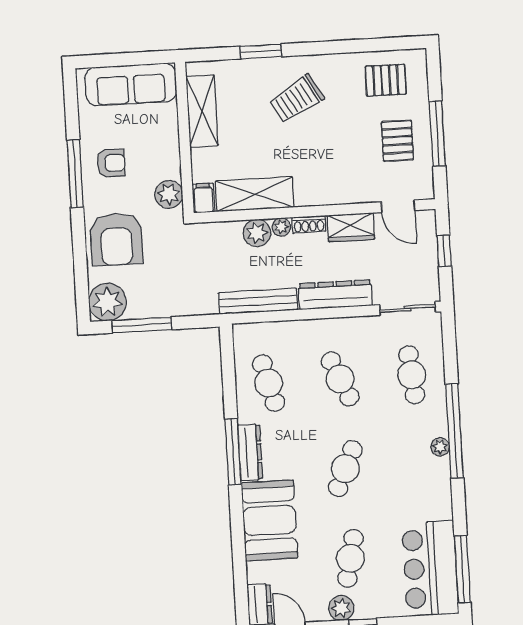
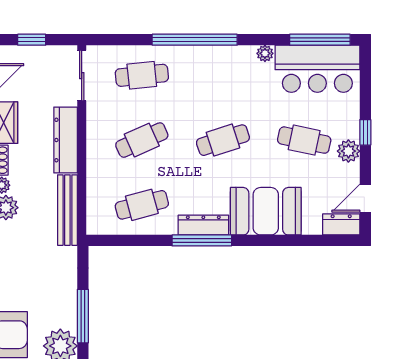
plant: (440, 447) -> (265, 53), moved
cafe table: (345, 469) -> (223, 140), turned -42

